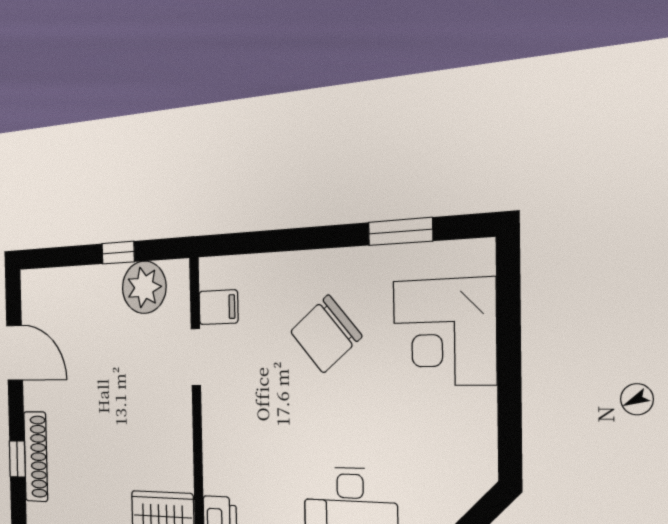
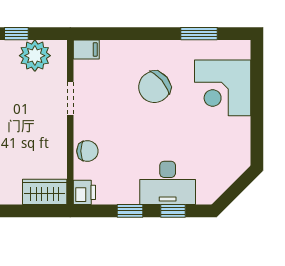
filing cabinet: (218, 307) -> (86, 49), moved
chair: (223, 447) -> (87, 151), added

